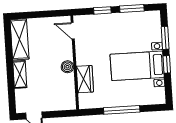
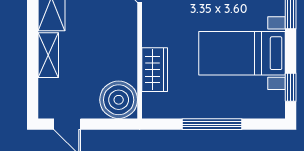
window: (167, 64) -> (291, 87), moved
boiler: (67, 67) -> (119, 100), moved, width x1.86, depth x1.86

